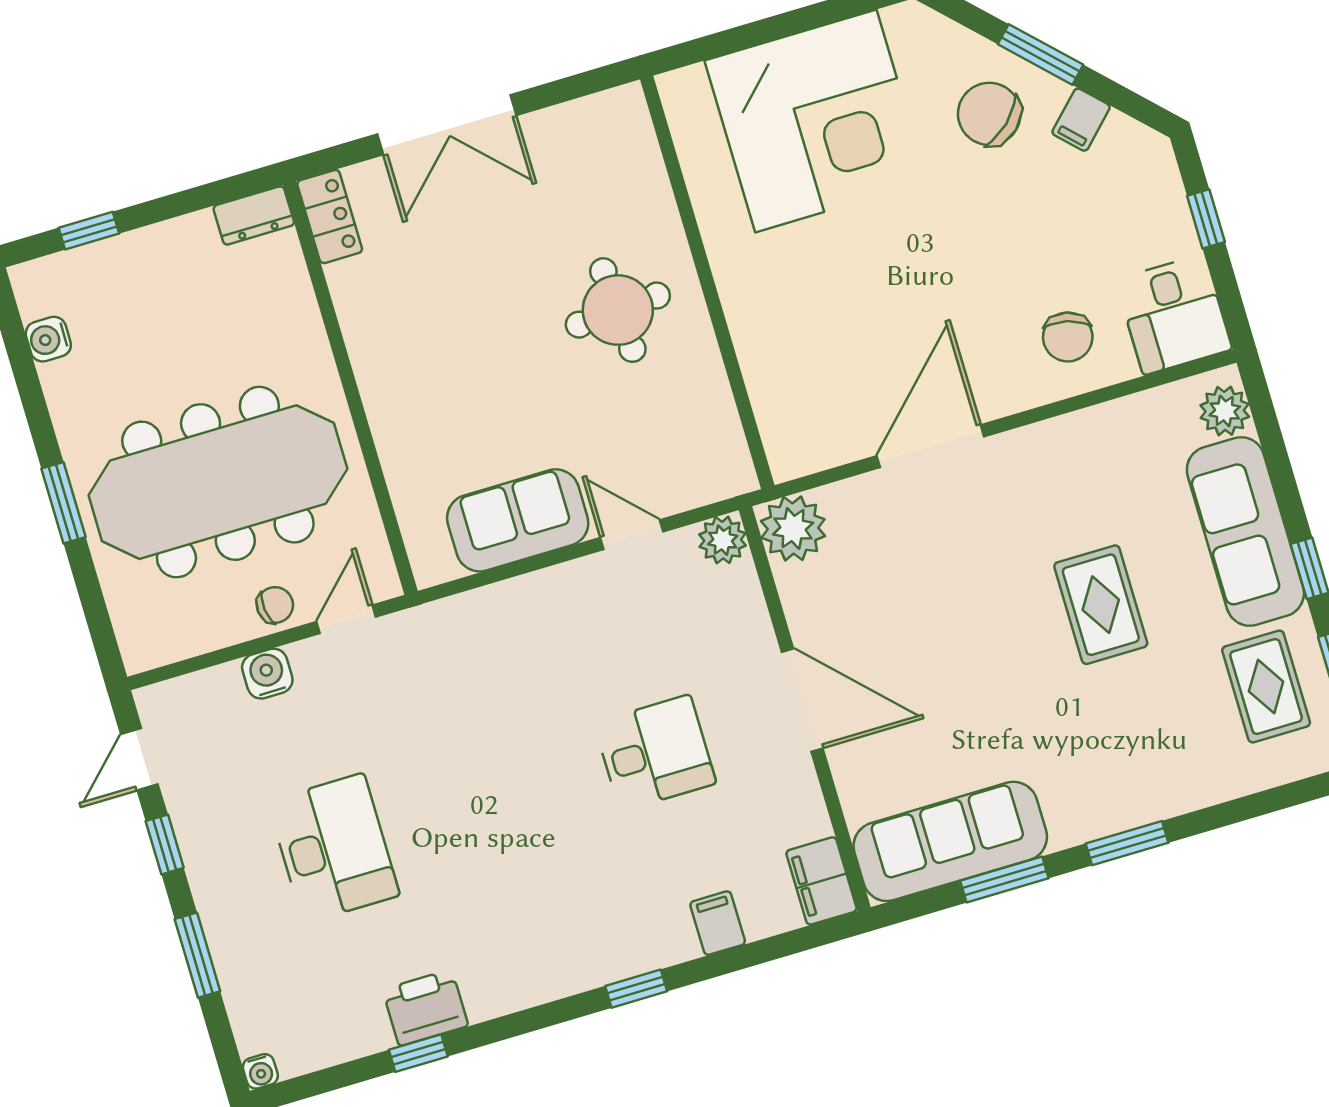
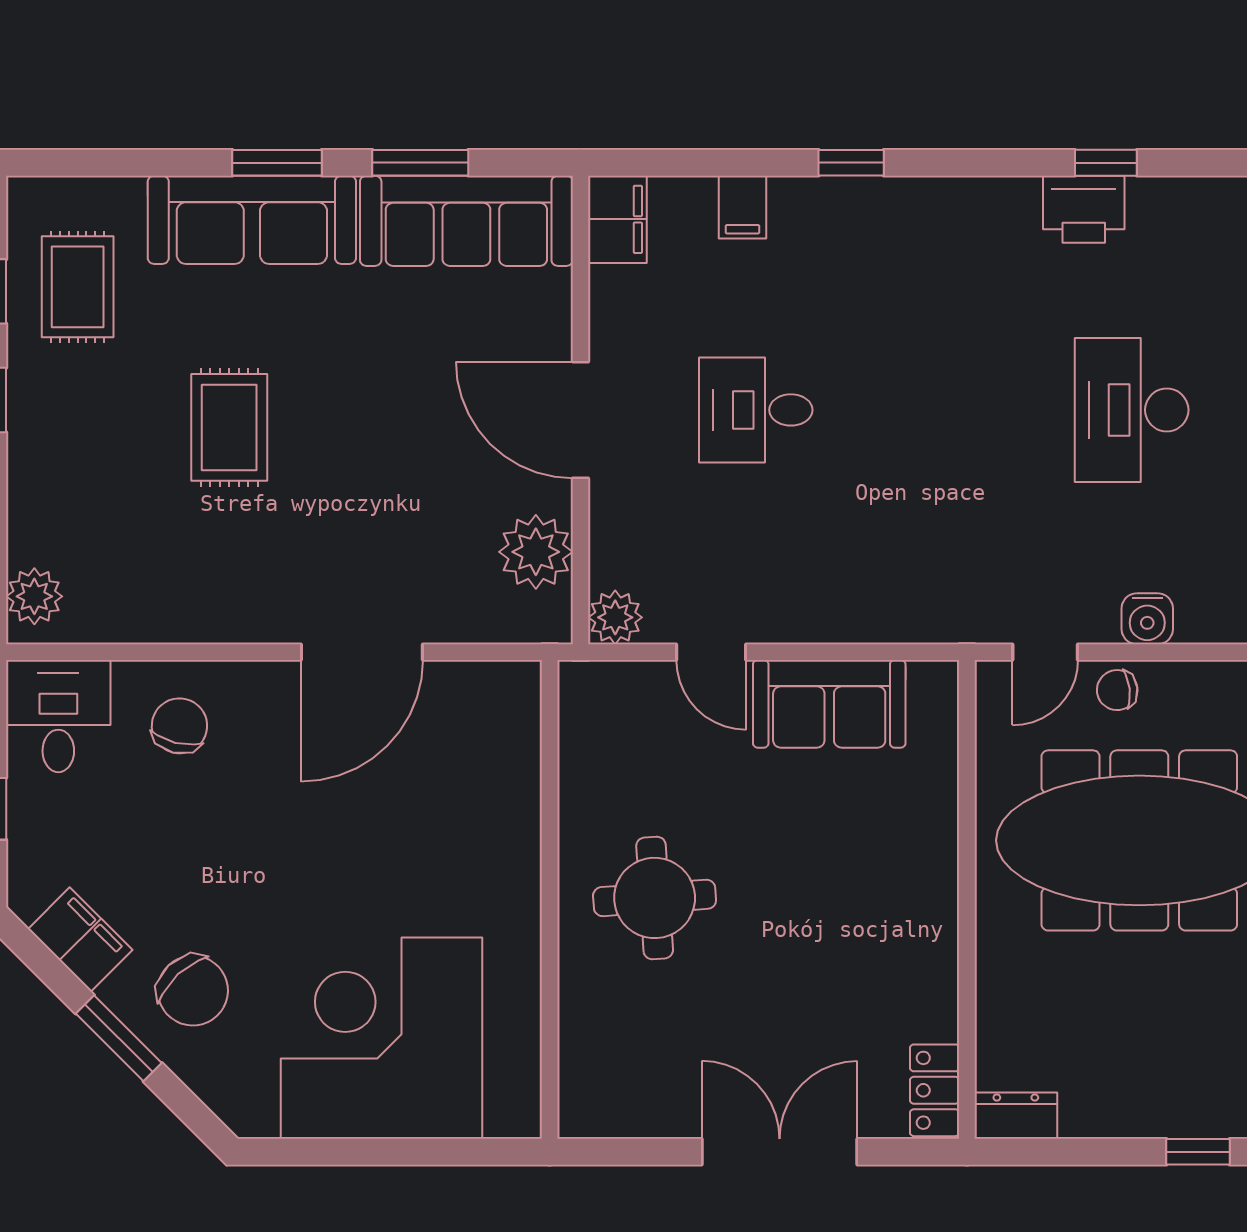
filing cabinet: (1081, 120) -> (80, 940), width x2.00
plant: (793, 529) -> (536, 552), moved
sofa: (1245, 532) -> (252, 220), moved, turned 90

